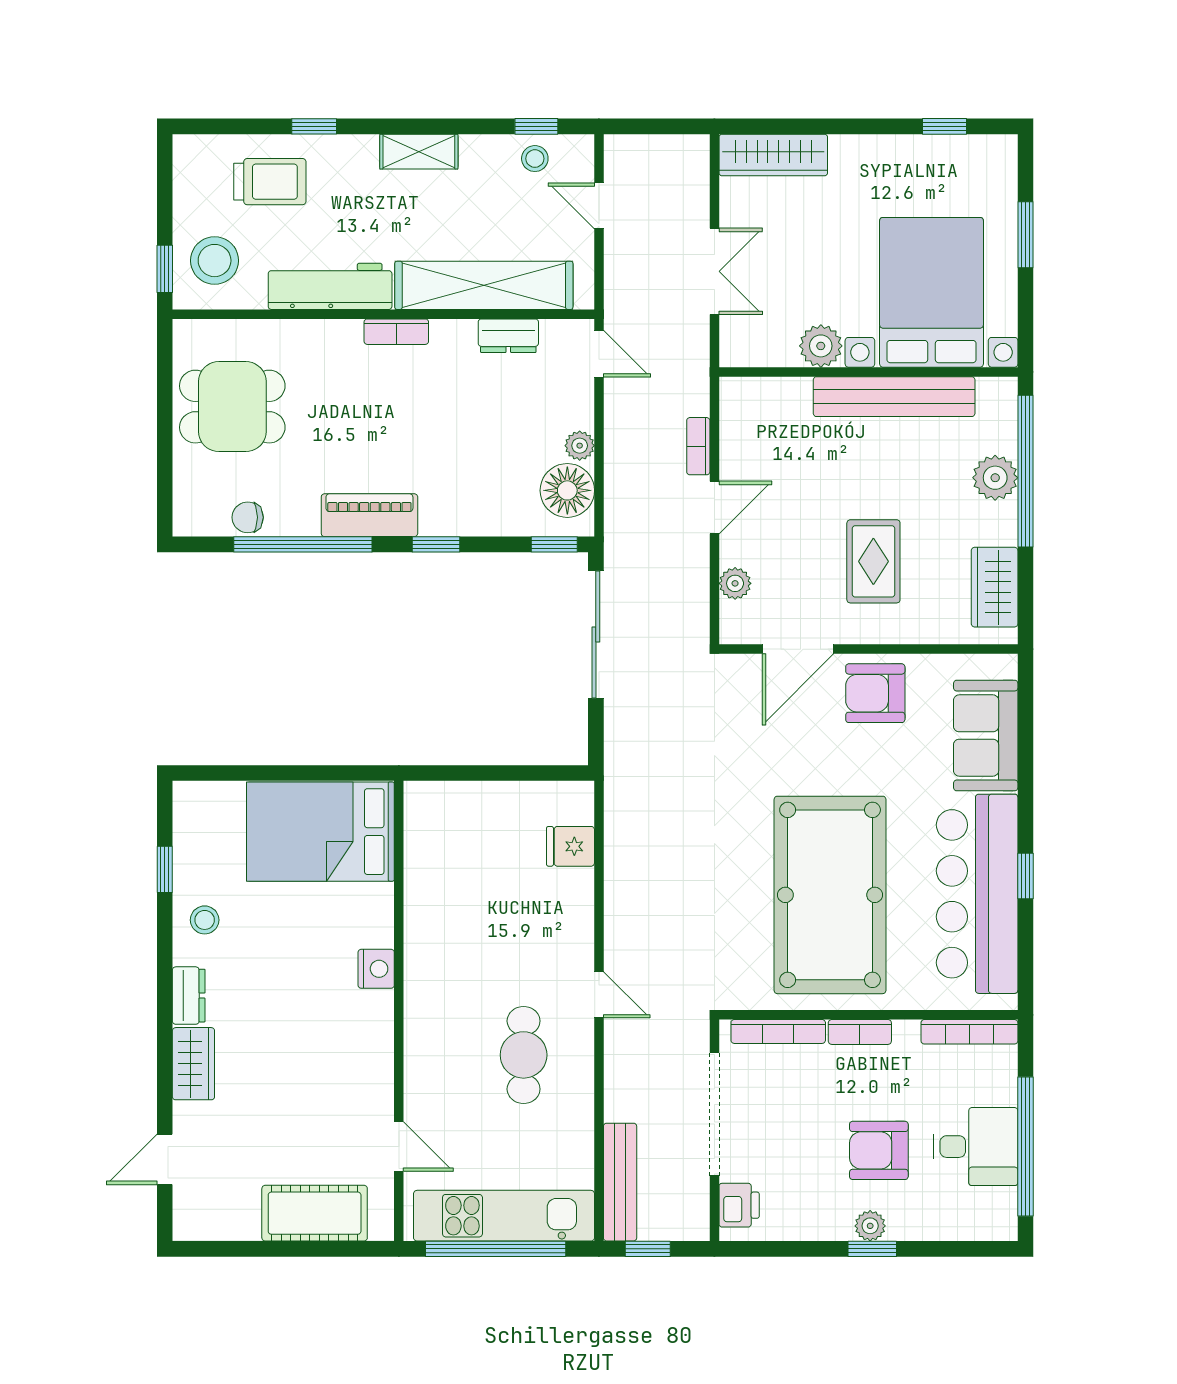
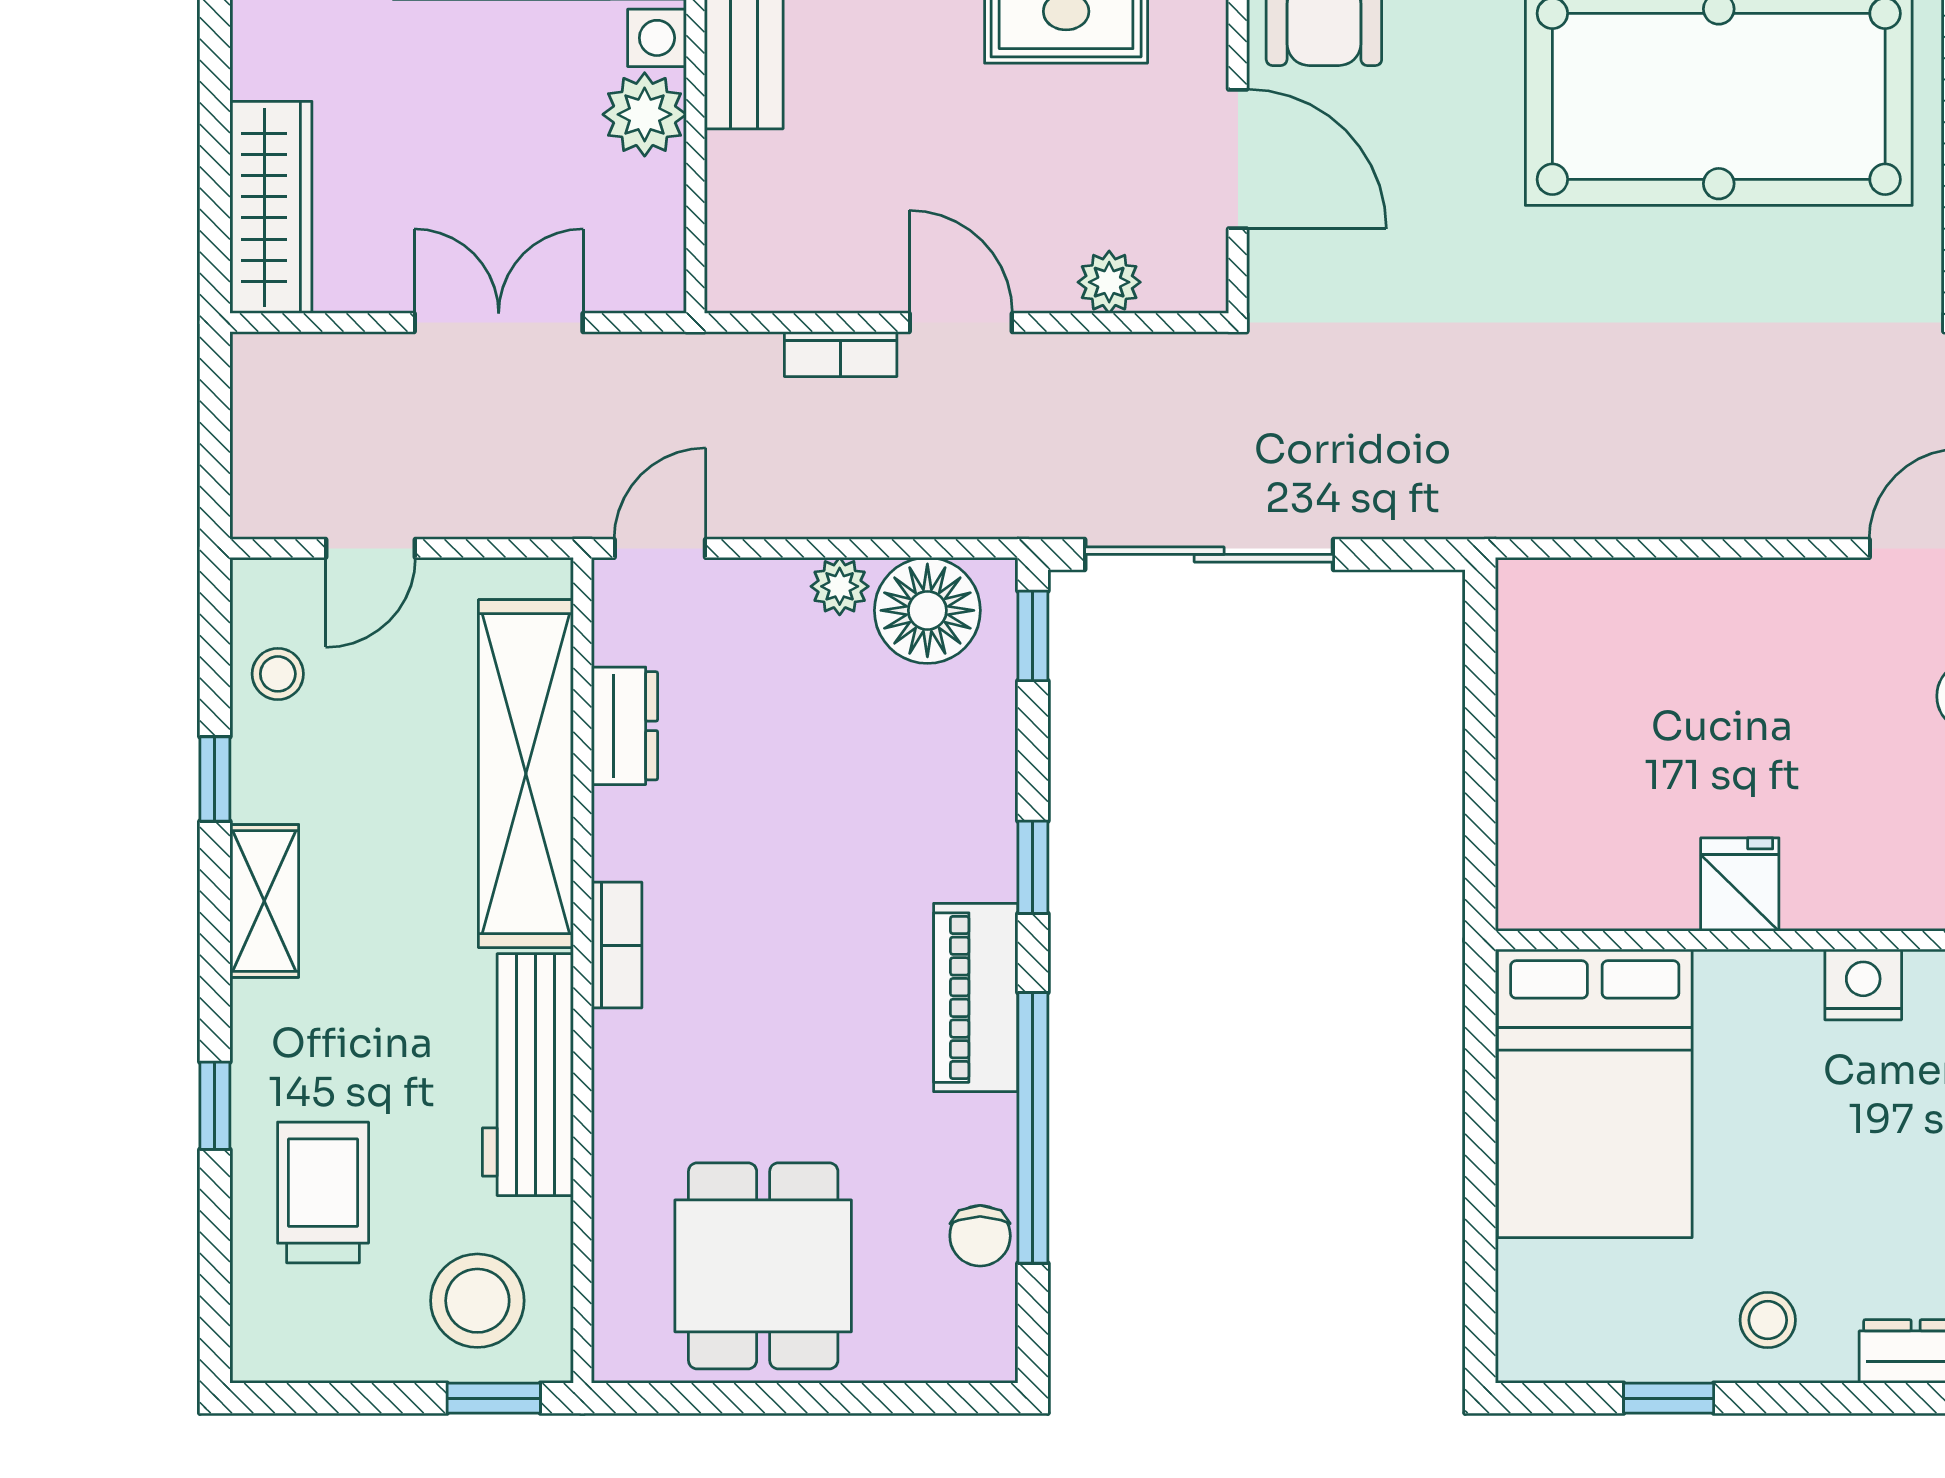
window: (536, 126) -> (215, 779), moved
fridge: (570, 846) -> (1740, 884), moved, turned 180

